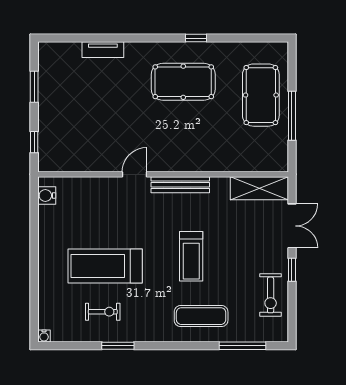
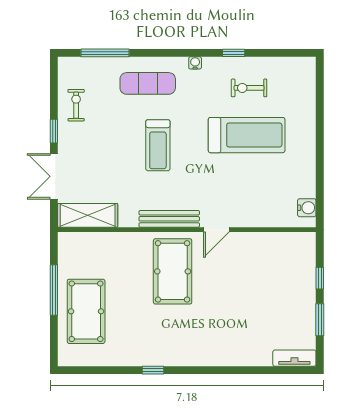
tv unit: (103, 50) -> (294, 358), moved
pool table: (183, 82) -> (173, 271), moved, turned 90
window: (34, 142) -> (320, 278), moved
treadmill: (191, 256) -> (158, 145), turned 180
exercise bike: (271, 295) -> (76, 105), width x0.73, depth x0.72
water cooler: (44, 336) -> (195, 63), moved
window: (118, 346) -> (234, 53), width x0.67

